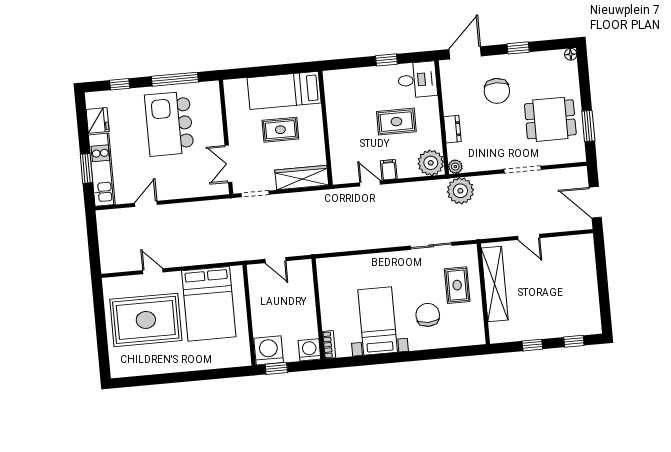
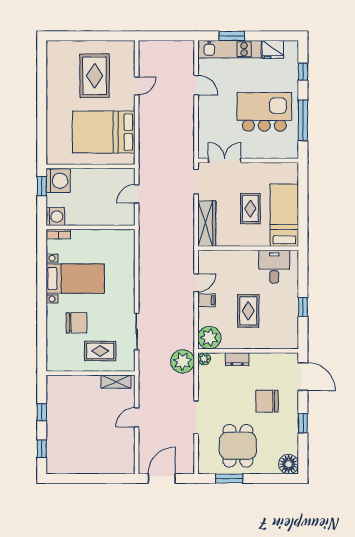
floor lamp: (571, 54) -> (289, 464), width x1.89, depth x1.89
desk: (417, 80) -> (274, 267), moved, turned 180
shelving: (495, 284) -> (116, 382), width x0.45, depth x0.75
rug: (146, 320) -> (95, 76), width x0.73, depth x0.69

